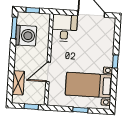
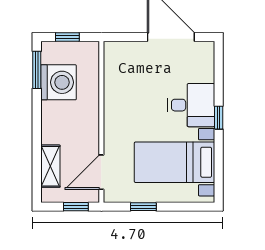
desk: (64, 28) -> (191, 105), moved, turned 90
door: (48, 72) -> (101, 172), moved
window: (80, 110) -> (143, 207), moved

